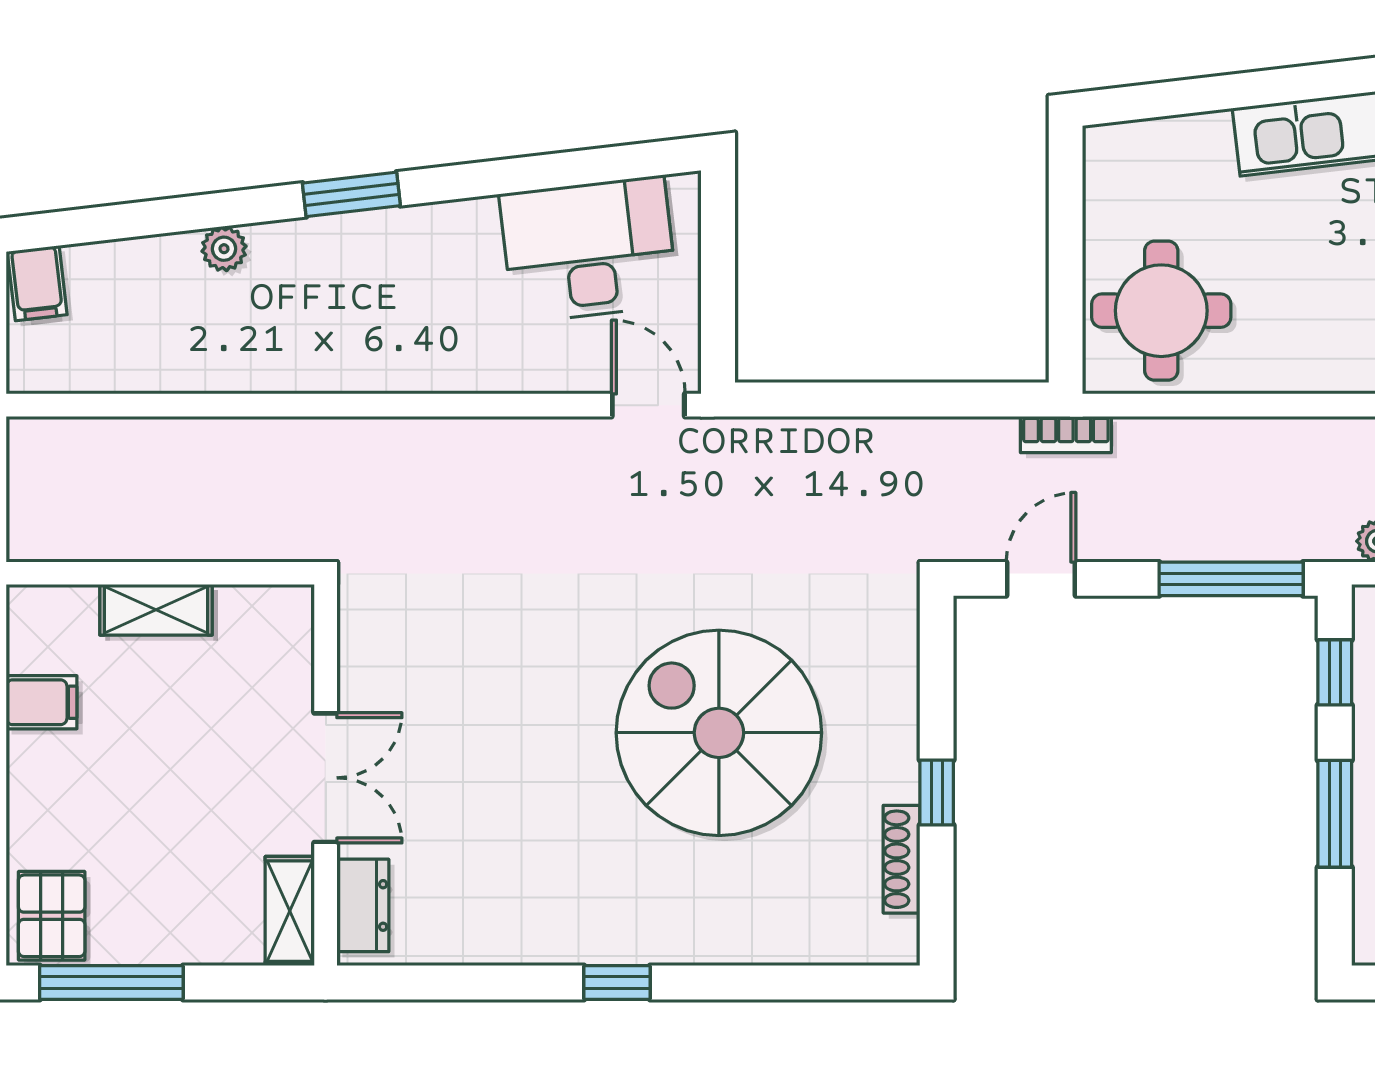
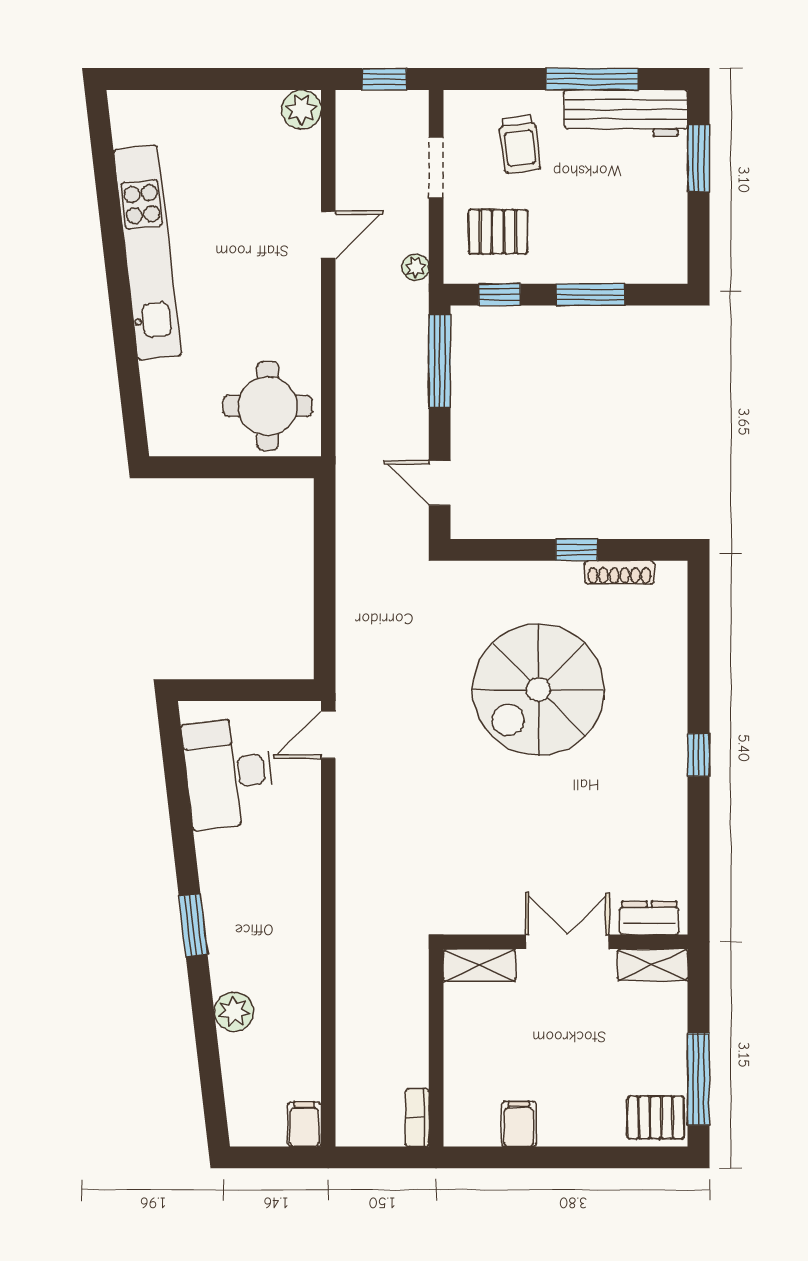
plant: (224, 249) -> (234, 1012), width x1.38, depth x1.38
filing cabinet: (37, 283) -> (304, 1124), moved, turned -83
bookcase: (1066, 434) -> (417, 1118), moved, turned 180
shelving: (156, 610) -> (479, 965), moved, turned 90

